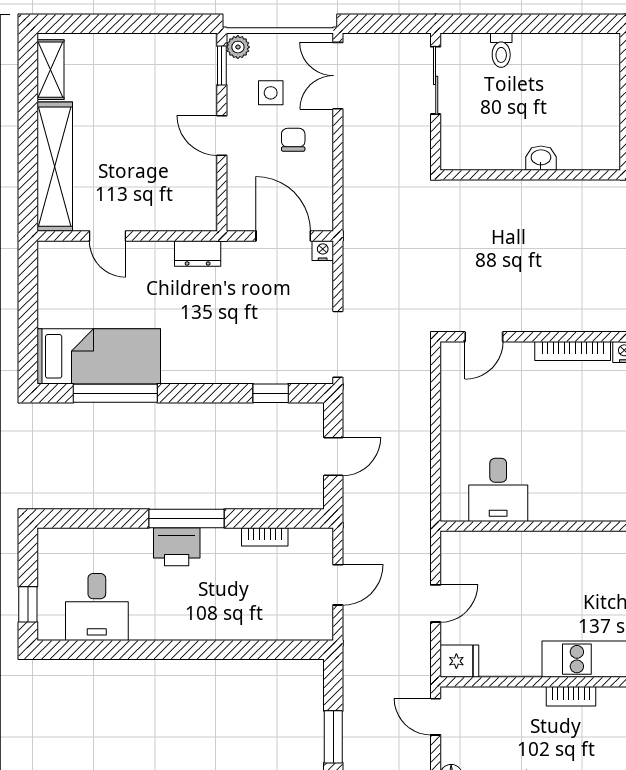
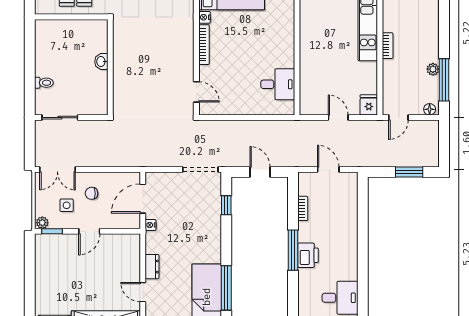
door: (108, 236) -> (143, 292), swing flipped
nightstand: (323, 251) -> (150, 225), moved
dresser: (198, 253) -> (152, 267), moved

